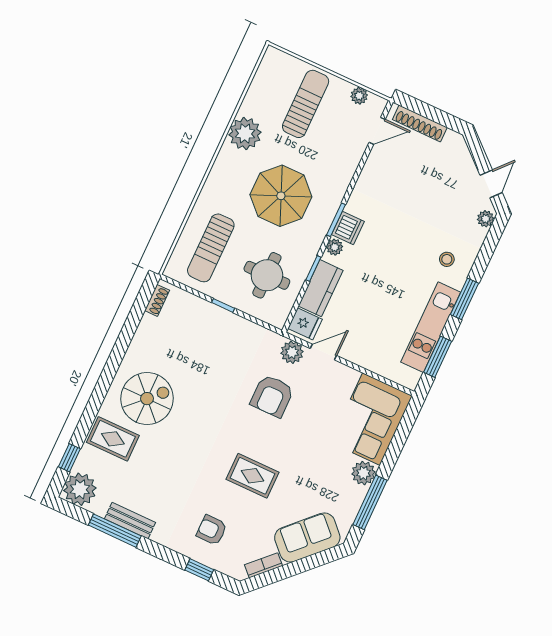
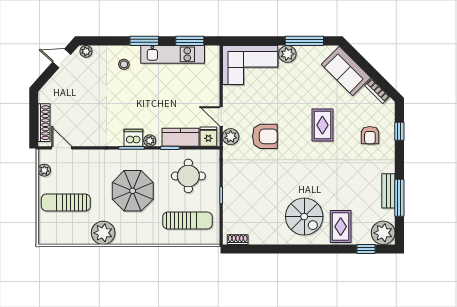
spiral stairs: (147, 399) -> (304, 217), turned 180

